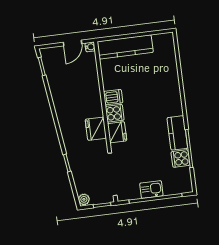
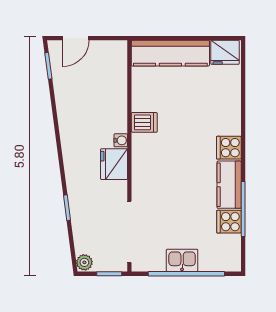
door: (73, 43) -> (76, 38), moved
water cooler: (90, 47) -> (121, 140), moved
cooker: (115, 113) -> (229, 148), moved, turned 180
fridge: (117, 132) -> (225, 52), moved, turned 90

